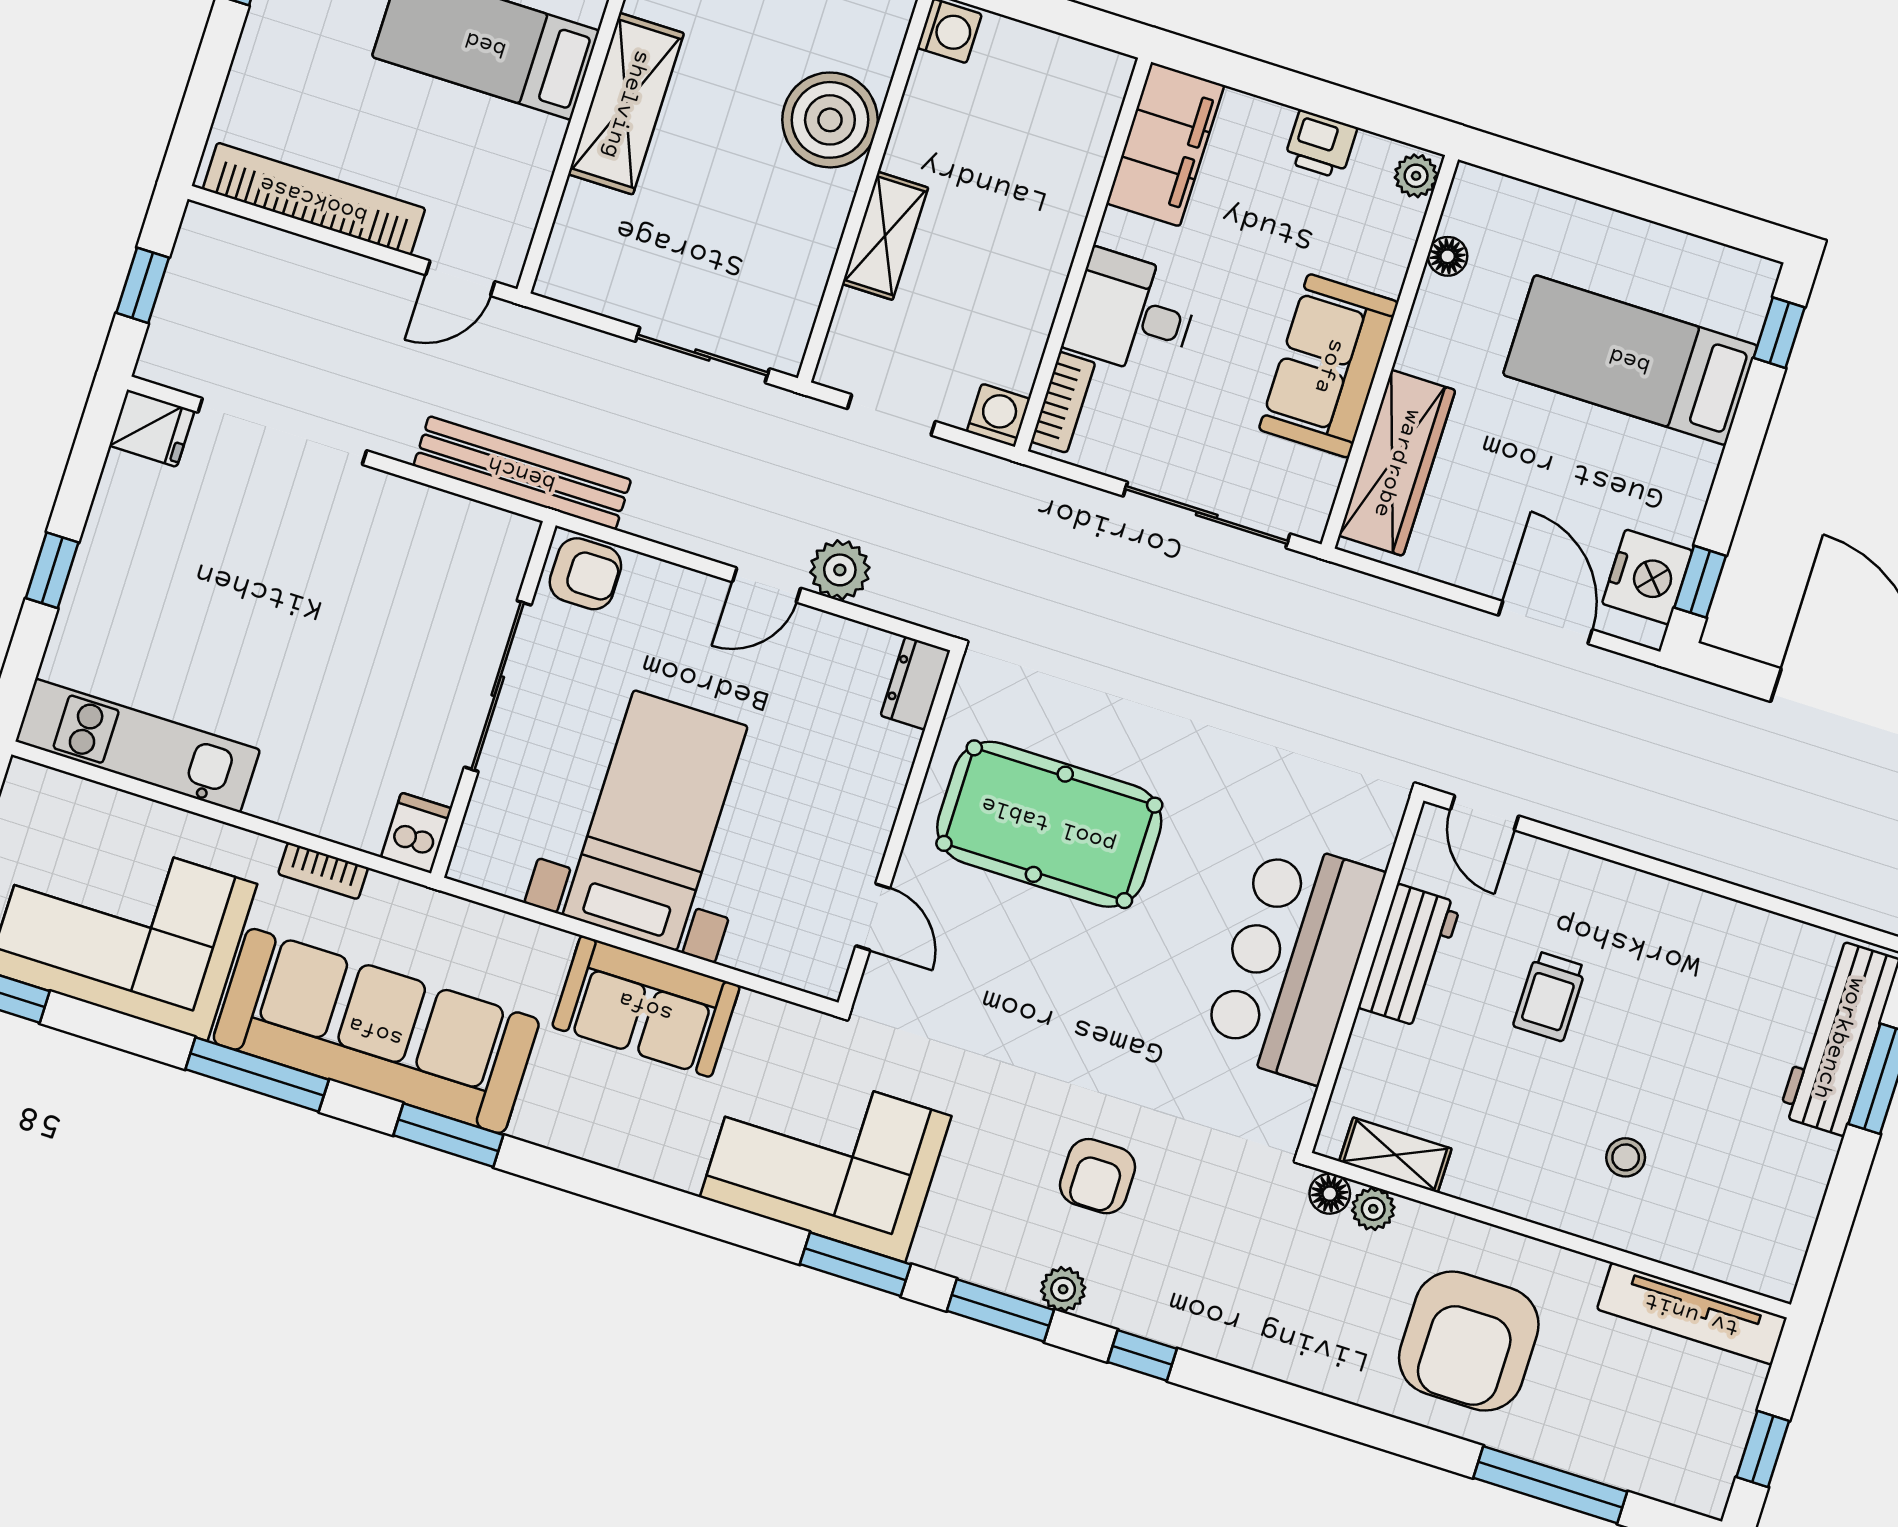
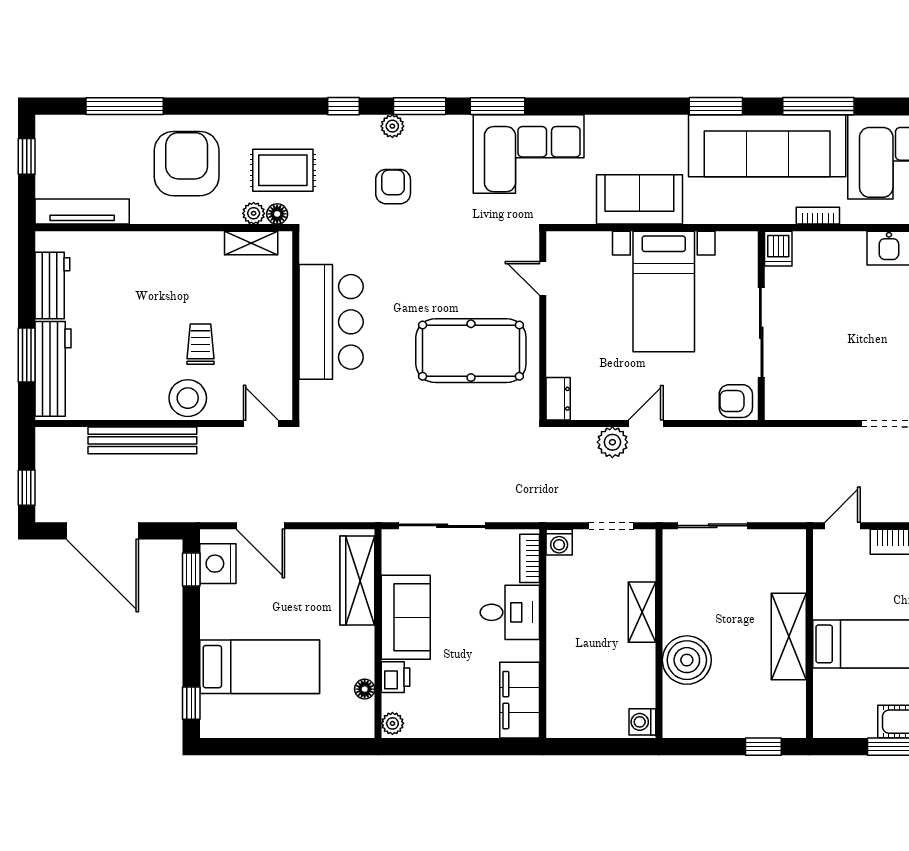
printer: (1321, 144) -> (396, 677), moved, turned 90
bench: (522, 473) -> (142, 440), moved
workbench: (1410, 956) -> (52, 286), moved, turned 180
stool: (1626, 1157) -> (188, 398), moved, width x1.89, depth x1.89
rug: (1293, 1272) -> (283, 170), added

